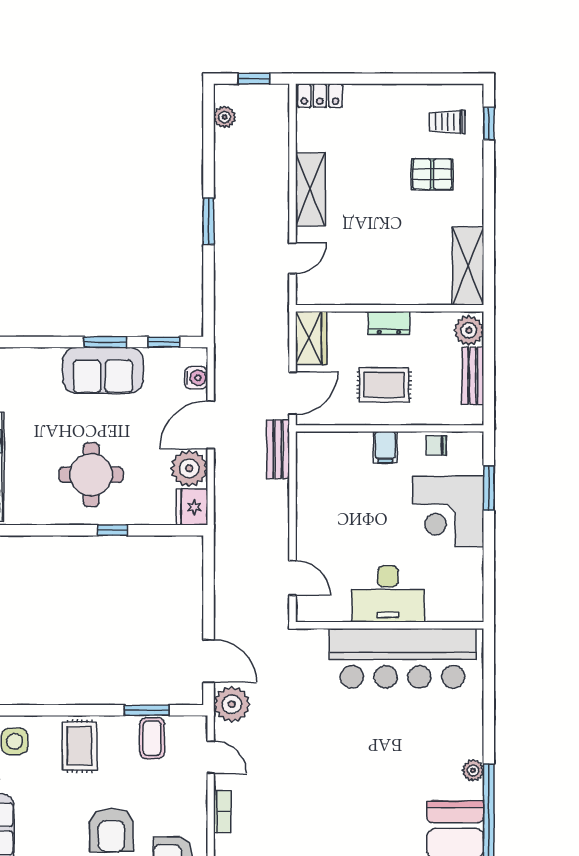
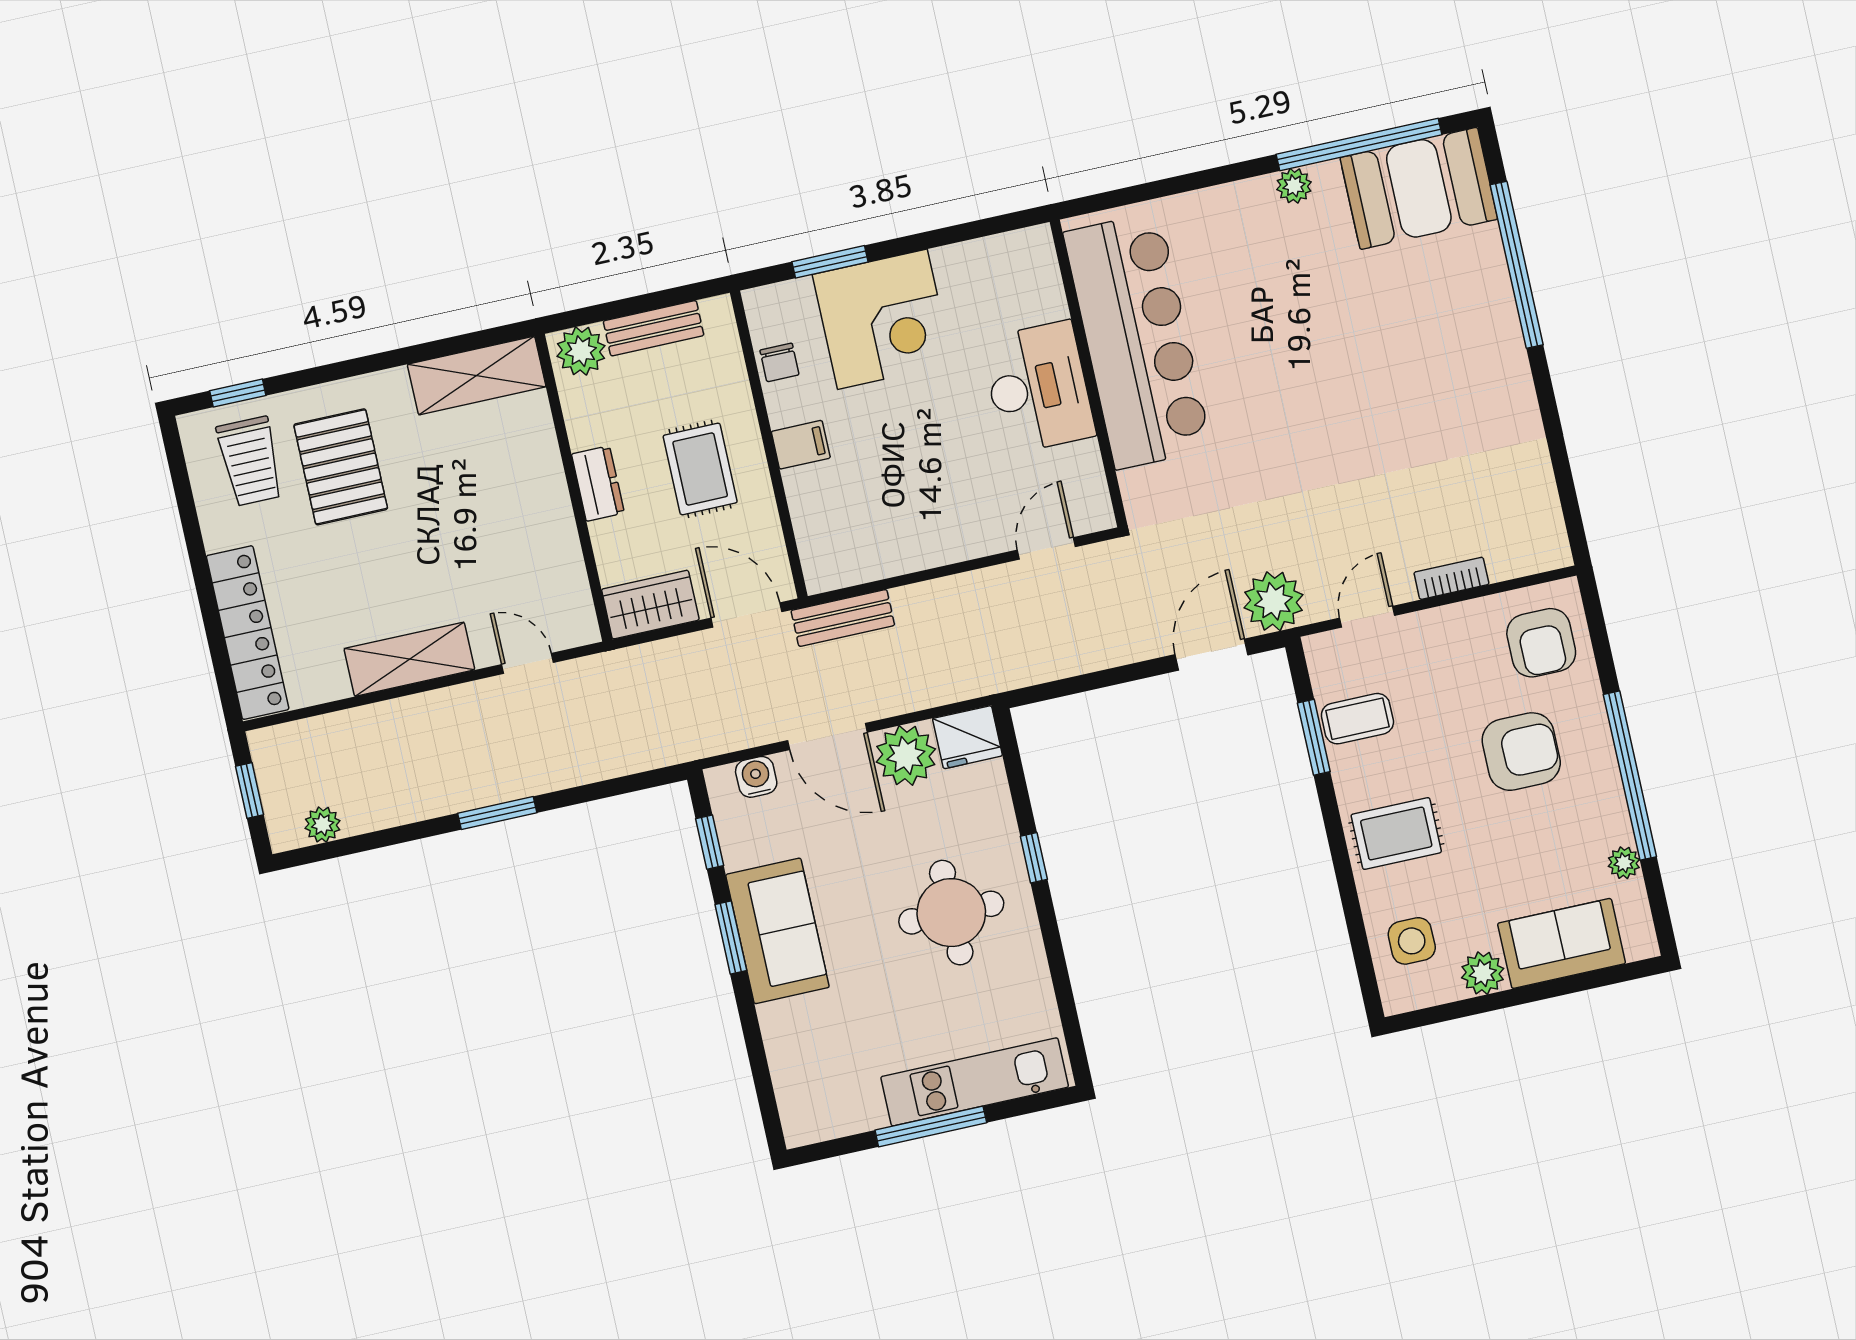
locker: (320, 96) -> (248, 633), width x2.16, depth x1.21
trolley: (447, 122) -> (250, 461), width x1.36, depth x1.39
pallet: (432, 174) -> (341, 467), width x1.50, depth x1.42

